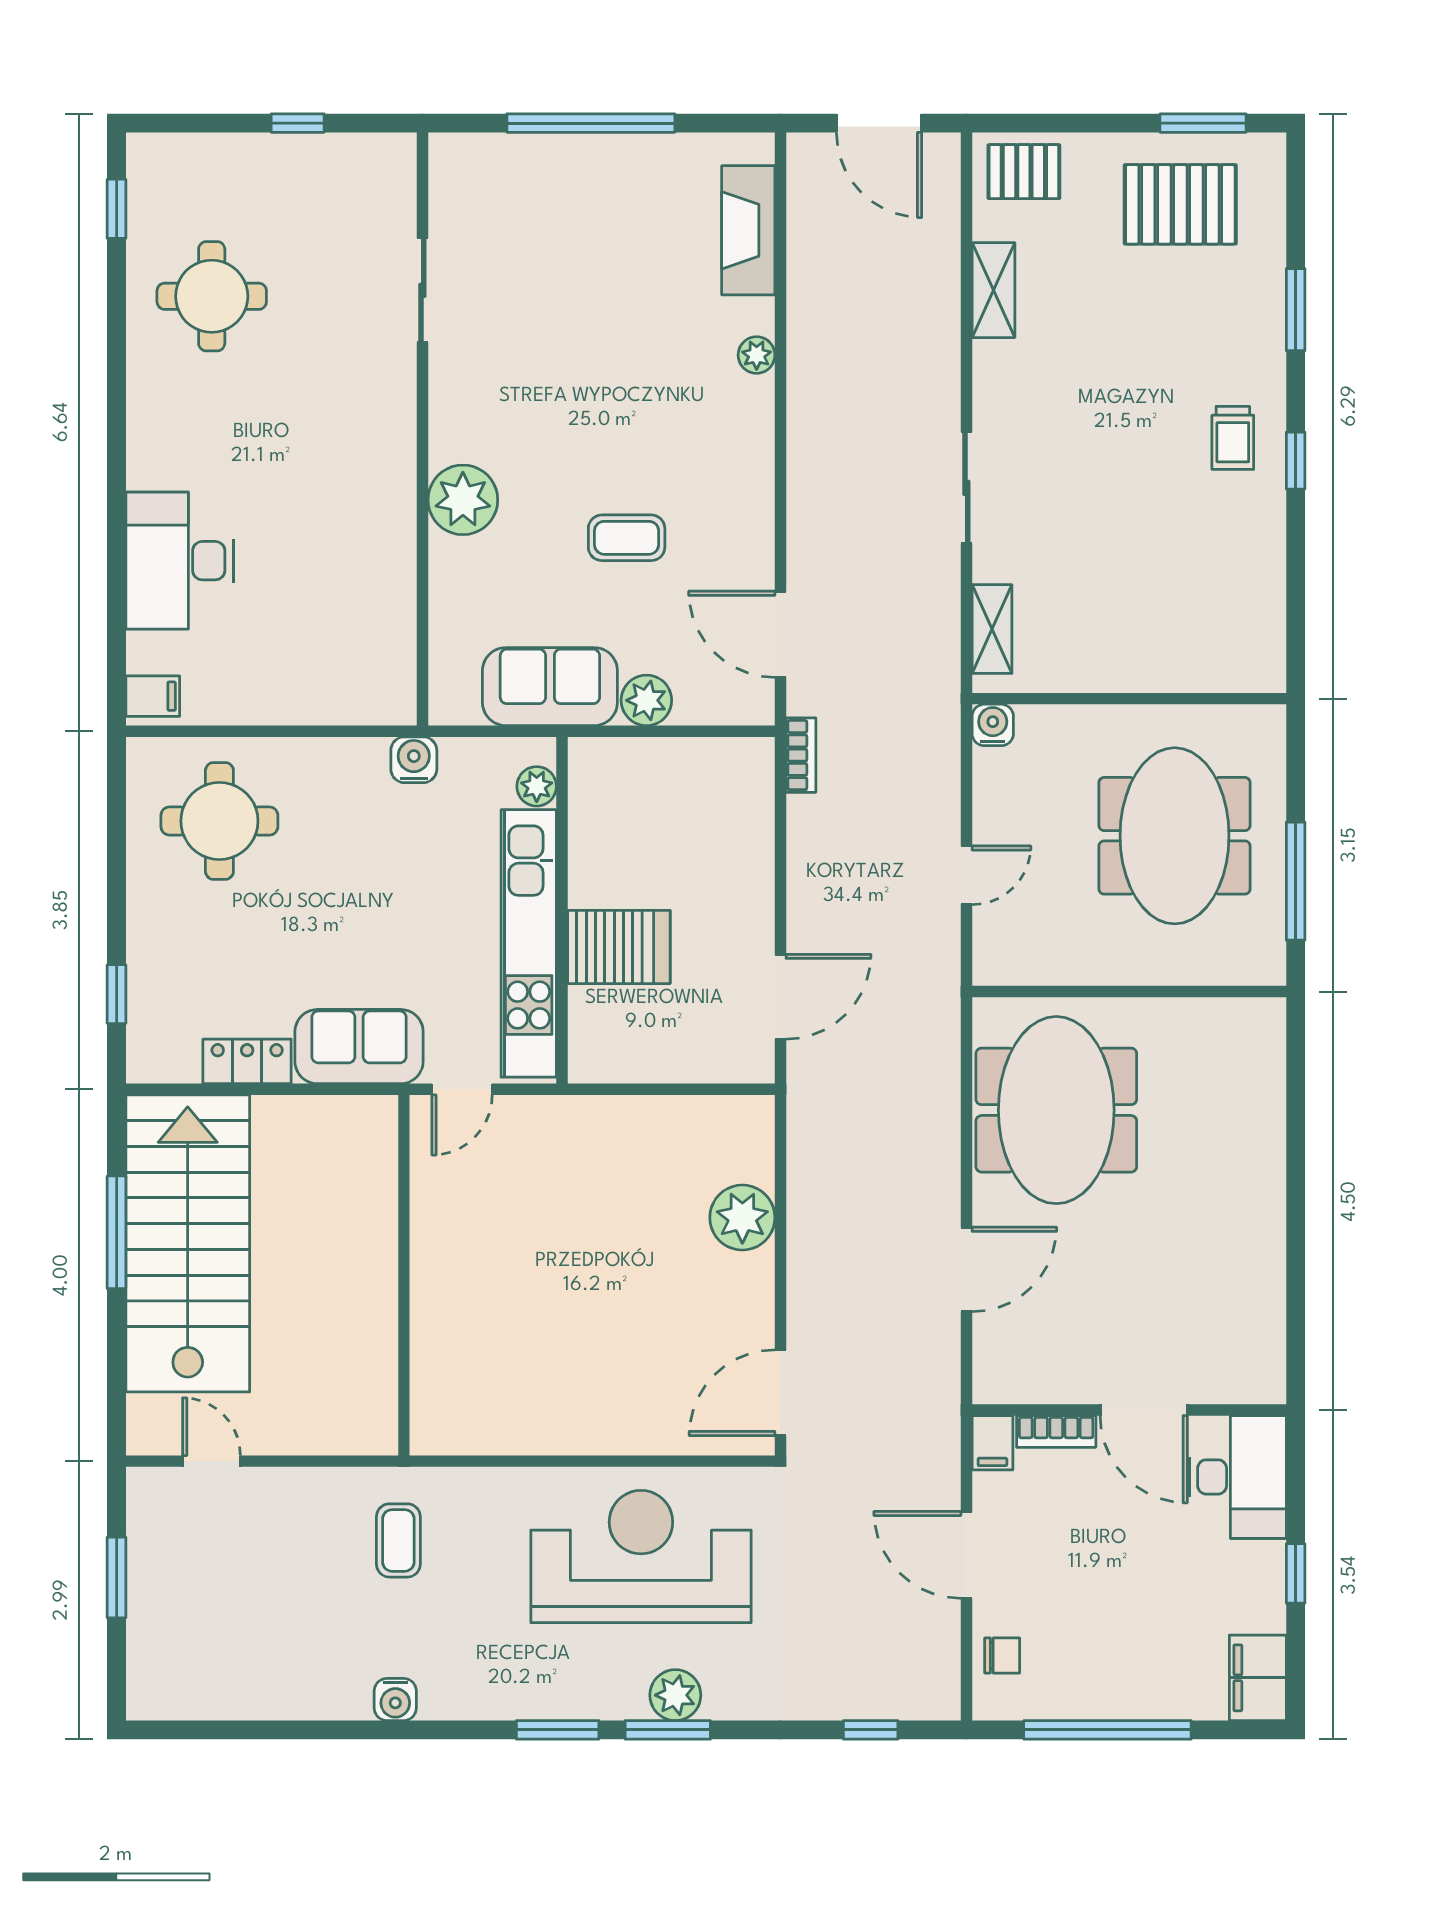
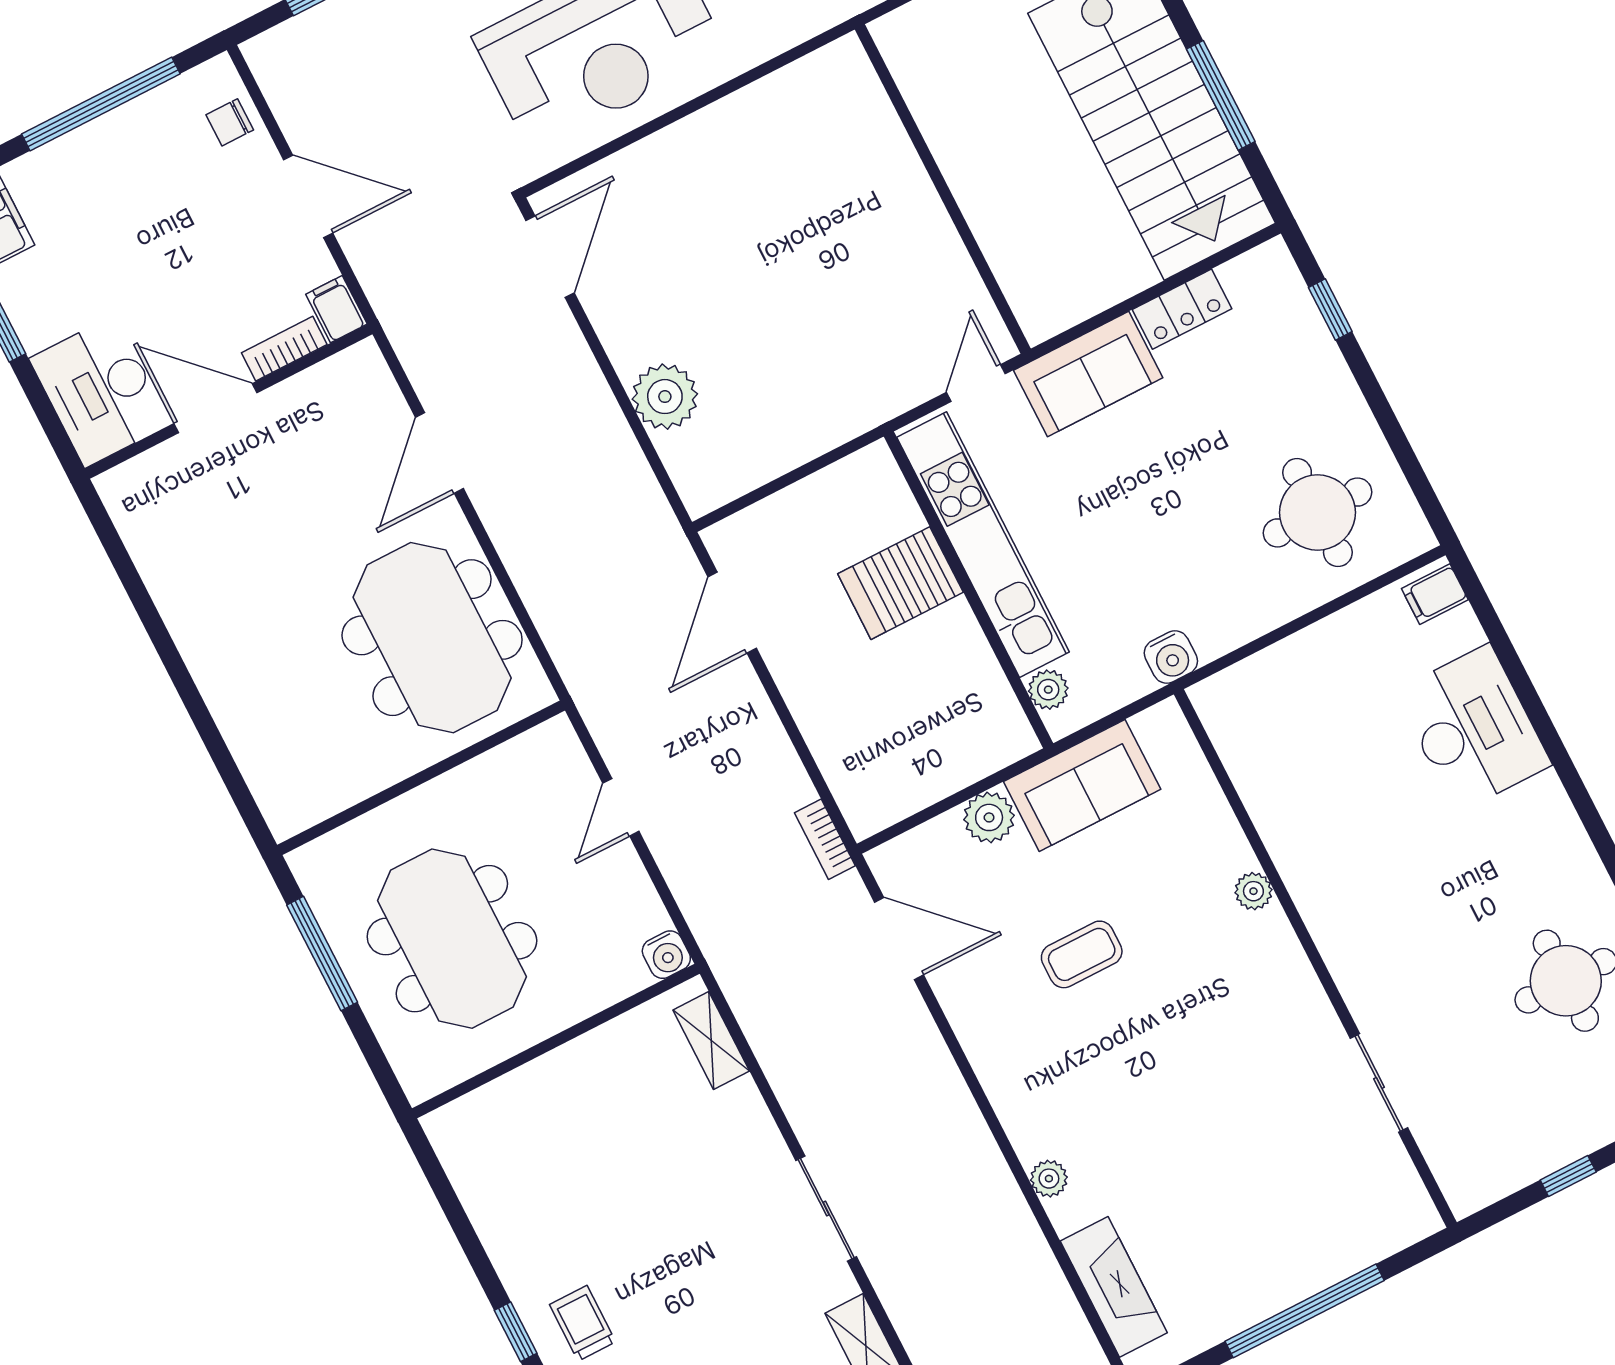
sliding door: (966, 488) -> (826, 1209), moved
plant: (463, 500) -> (1253, 891), width x0.53, depth x0.53

